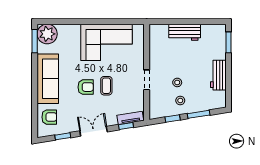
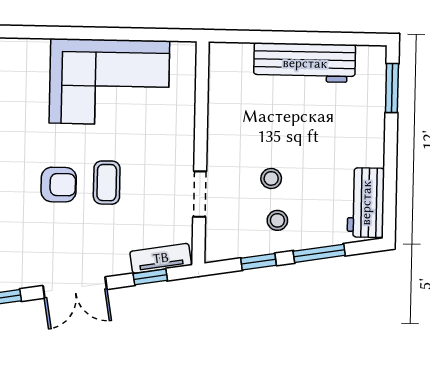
workbench: (185, 32) -> (305, 63), width x1.38
workbench: (218, 75) -> (366, 203), moved
doorway: (147, 80) -> (200, 194), moved
double door: (94, 131) -> (75, 288), swing flipped

